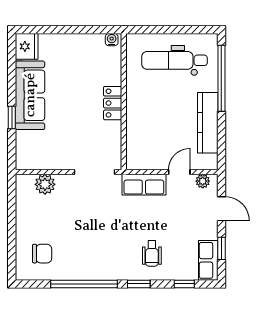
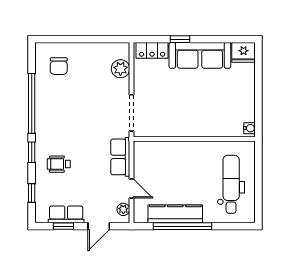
window: (221, 78) -> (182, 226), moved
locker: (113, 103) -> (152, 50), moved, turned 180
row of seats: (208, 260) -> (66, 214), moved

